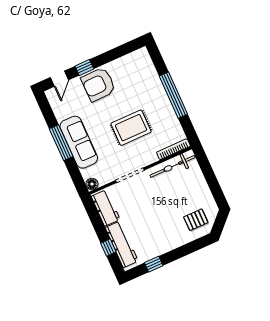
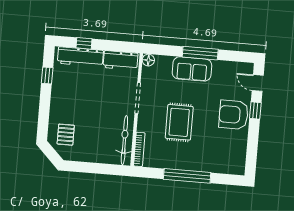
armchair: (98, 84) -> (234, 115), turned -89
sofa: (79, 142) -> (192, 69), width x0.73

